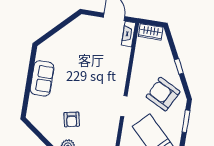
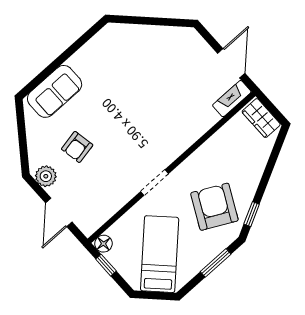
window: (179, 66) -> (252, 214), moved
sofa: (42, 78) -> (55, 91), moved

